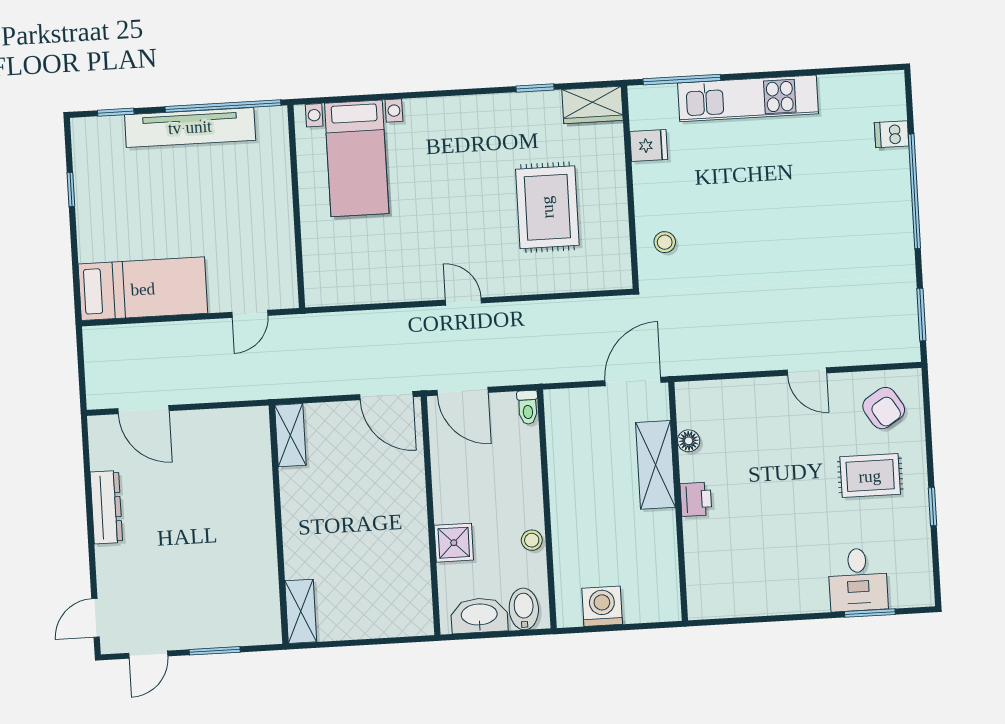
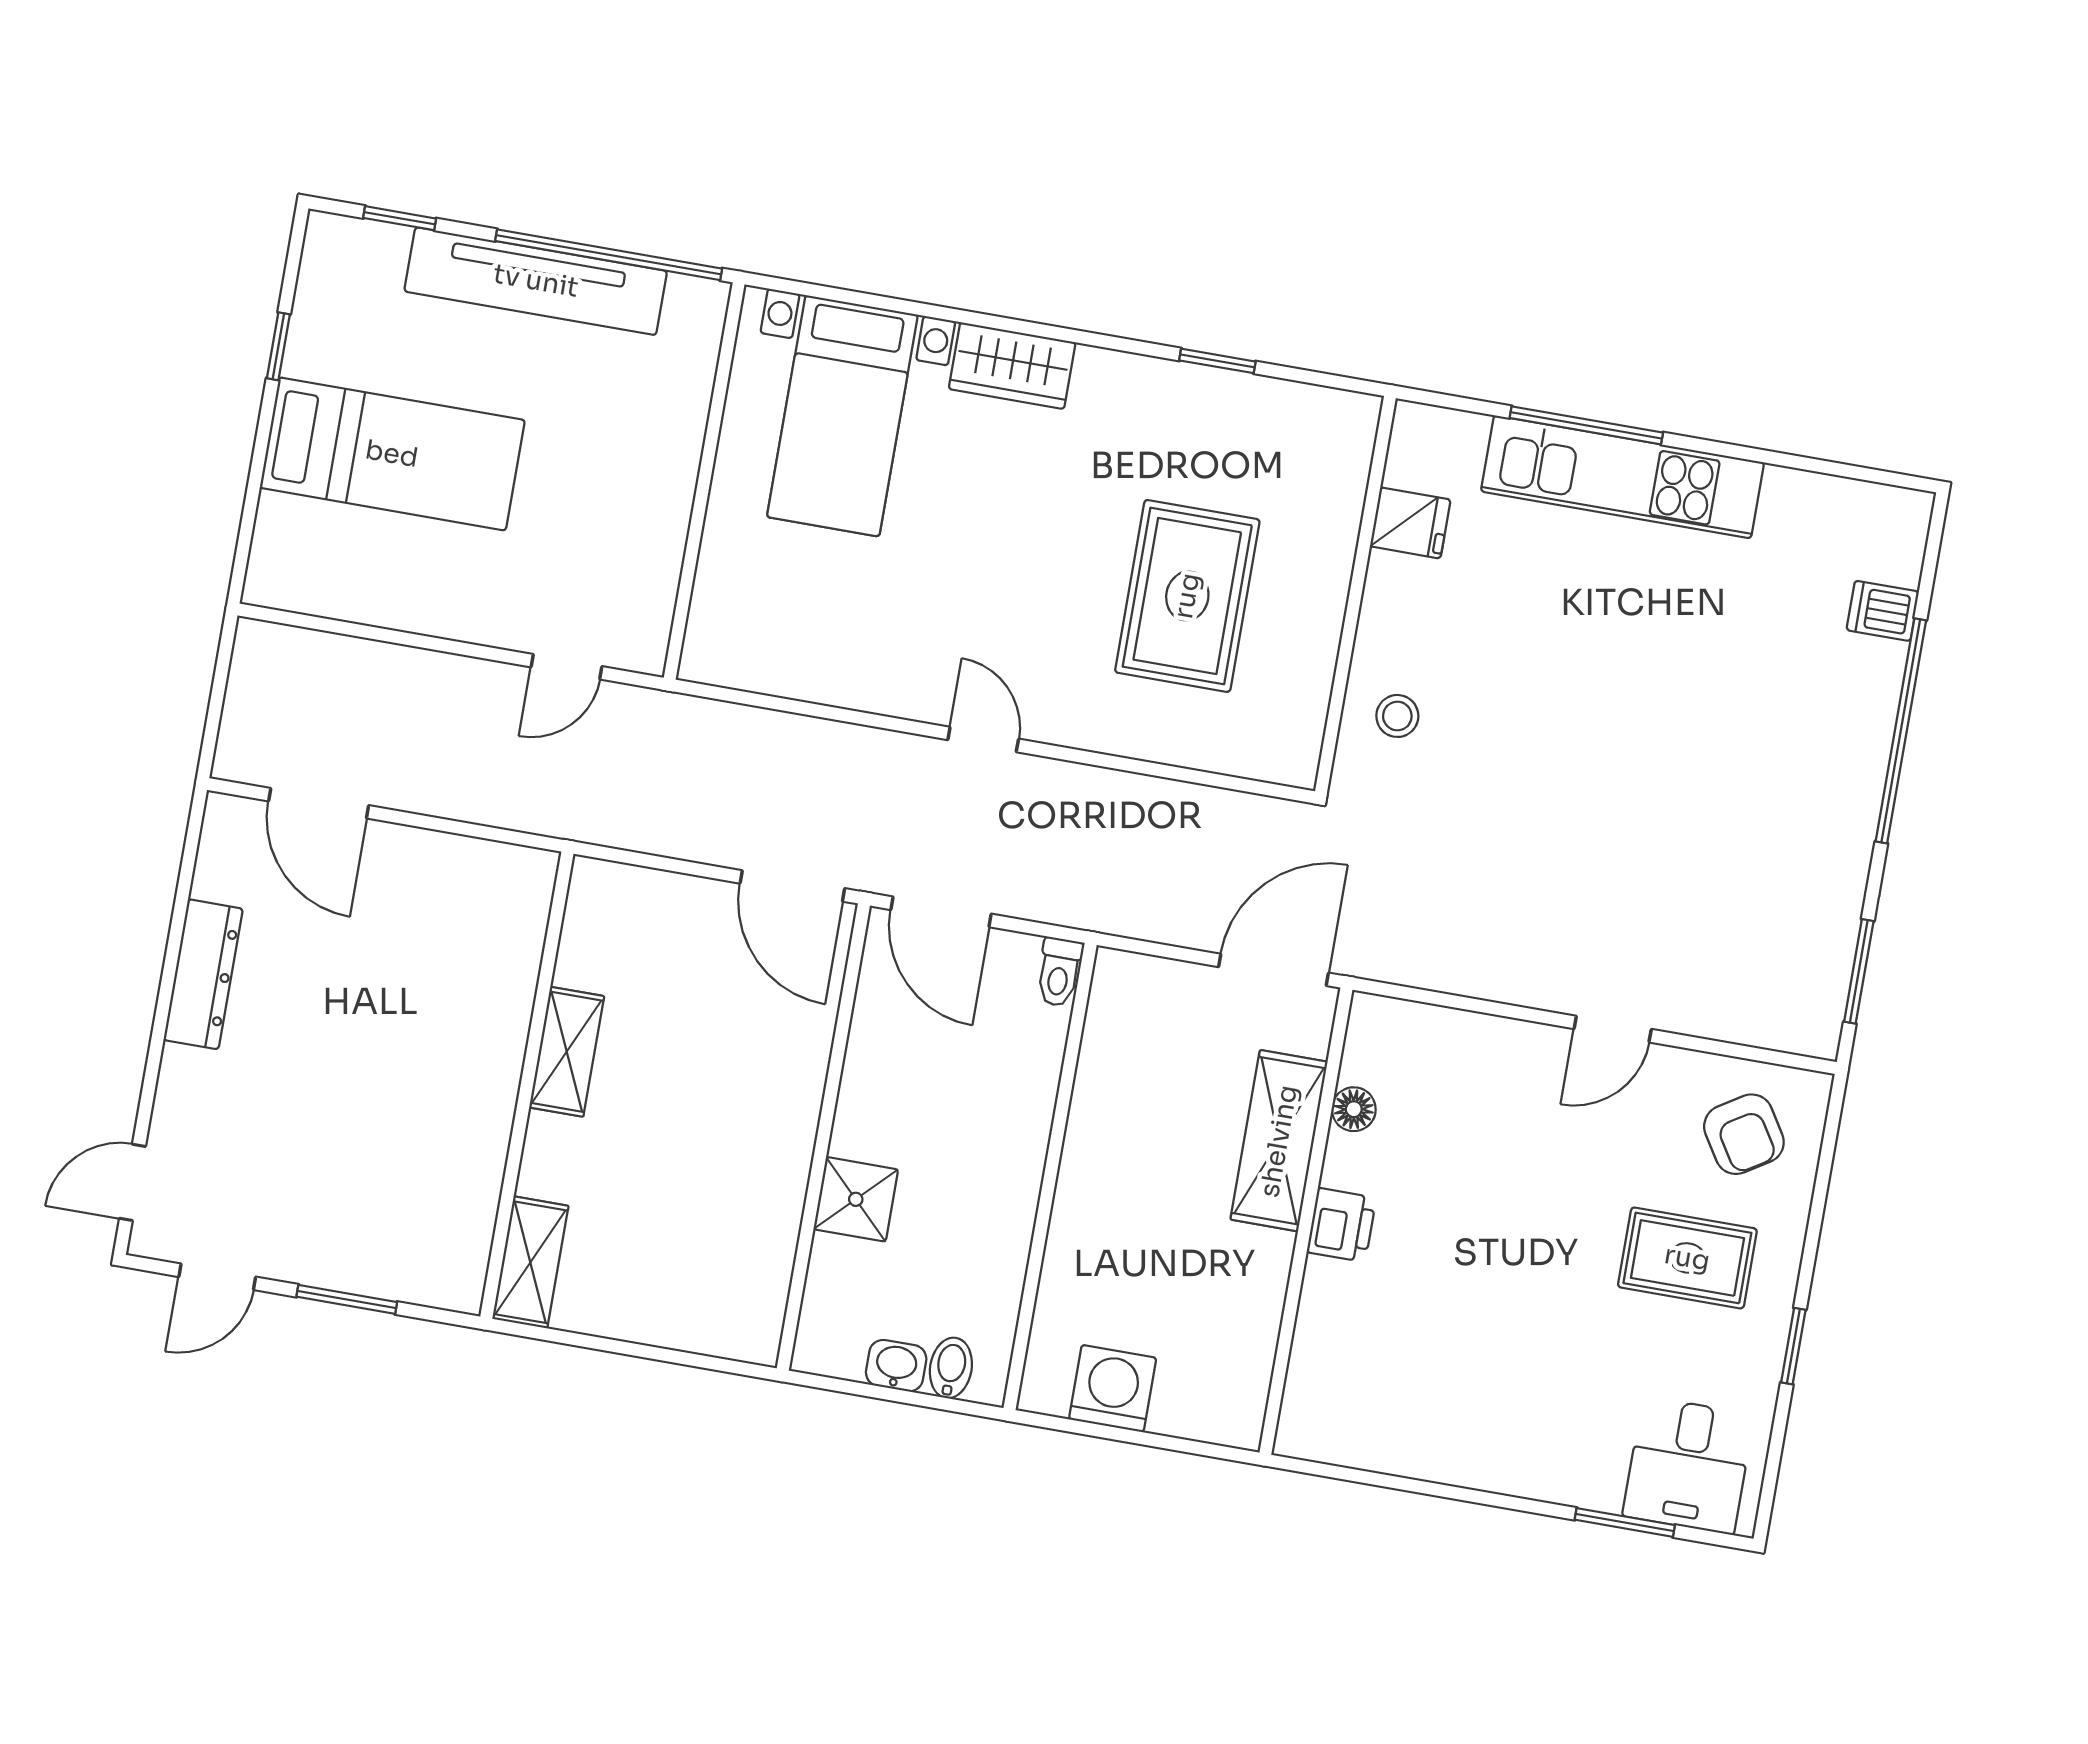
window: (682, 80) -> (1586, 425), moved
wardrobe: (593, 105) -> (1012, 366), moved
bed: (143, 289) -> (392, 454), moved
door: (807, 371) -> (1613, 1029), hinge flipped
shelving: (290, 435) -> (567, 1052), moved
stool: (532, 540) -> (1007, 1230), removed
desk: (858, 580) -> (1688, 1465), moved
bidet: (524, 609) -> (951, 1368), width x0.72, depth x0.74
washbasin: (479, 615) -> (896, 1366), width x0.52, depth x0.69

